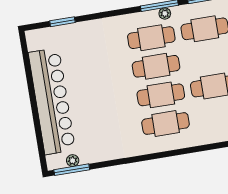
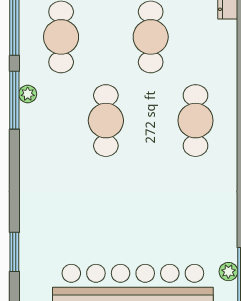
cafe table: (151, 38) -> (61, 121), removed
cafe table: (161, 95) -> (151, 121), removed

